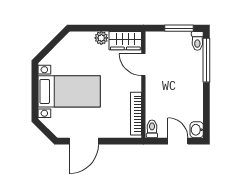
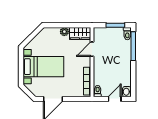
door: (143, 65) -> (92, 49), hinge flipped
door: (178, 141) -> (115, 99), hinge flipped

